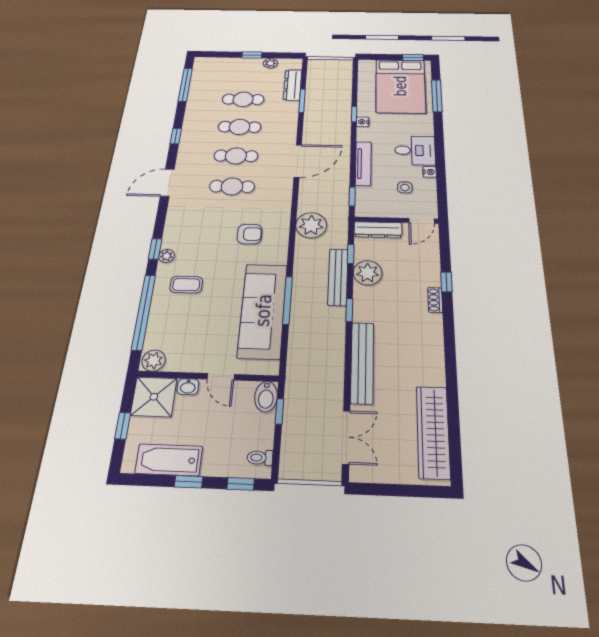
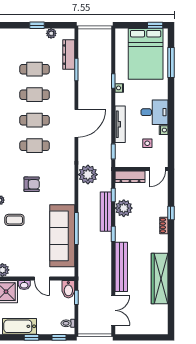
armchair: (249, 234) -> (32, 184), moved
wardrobe: (433, 432) -> (160, 279), moved

